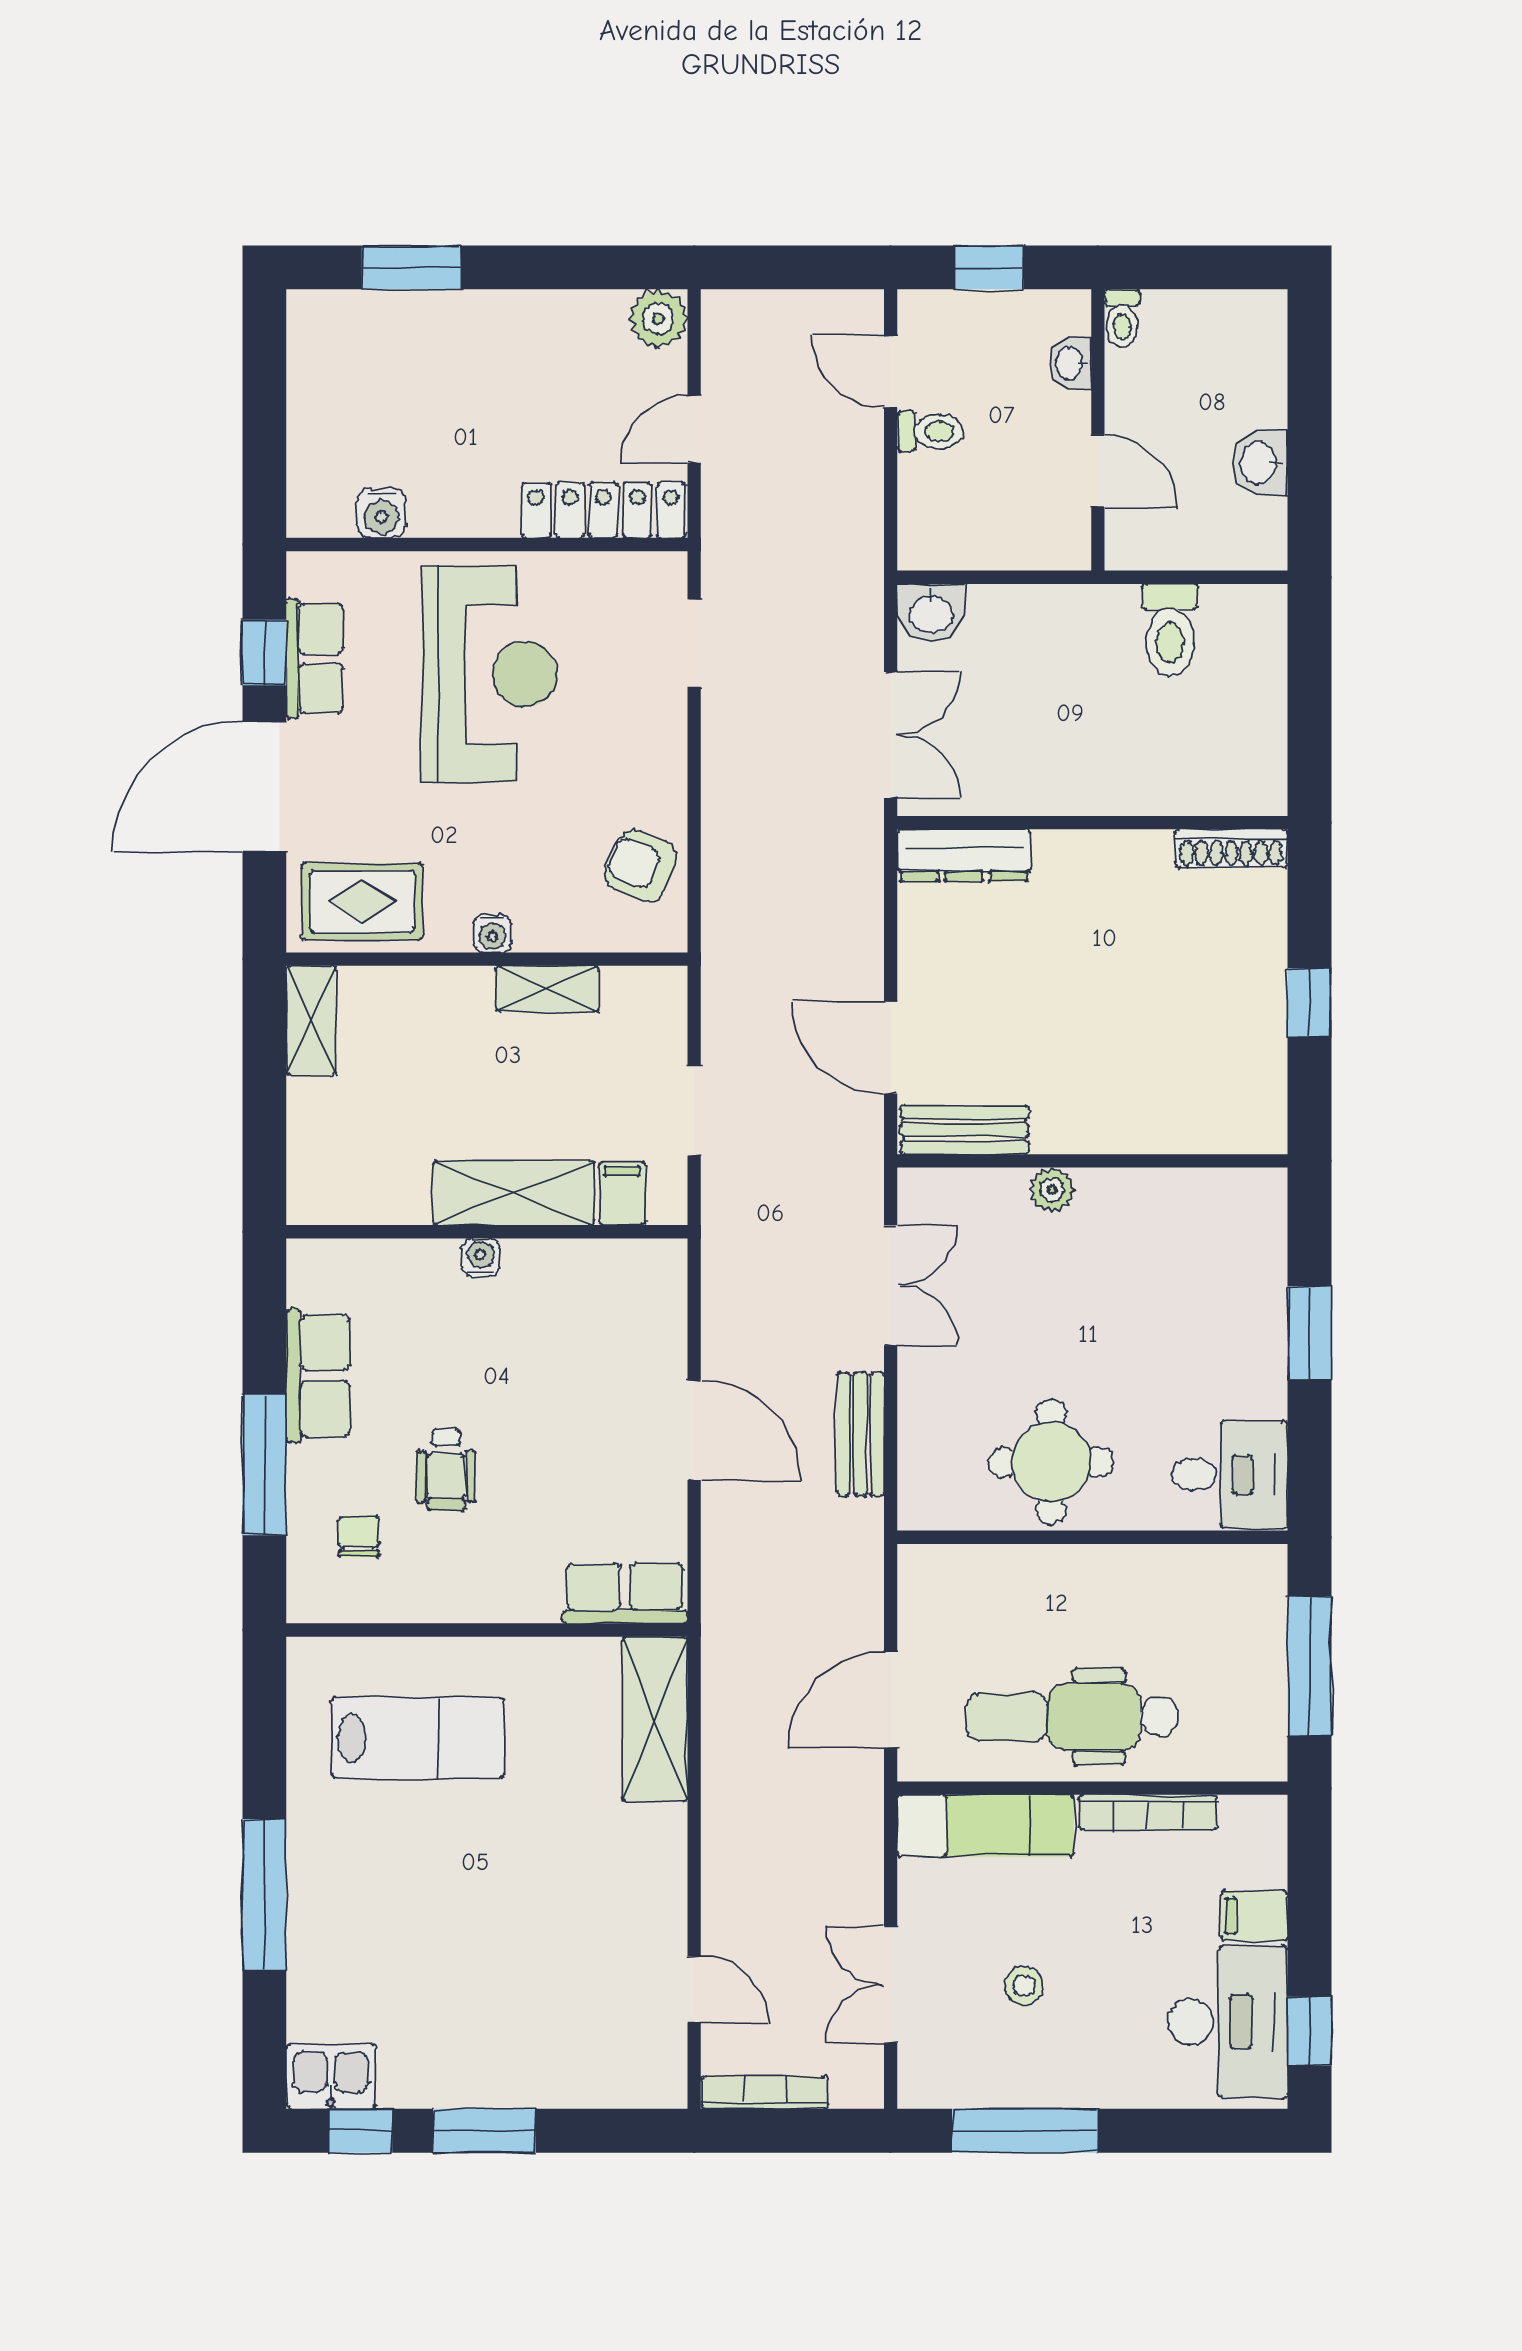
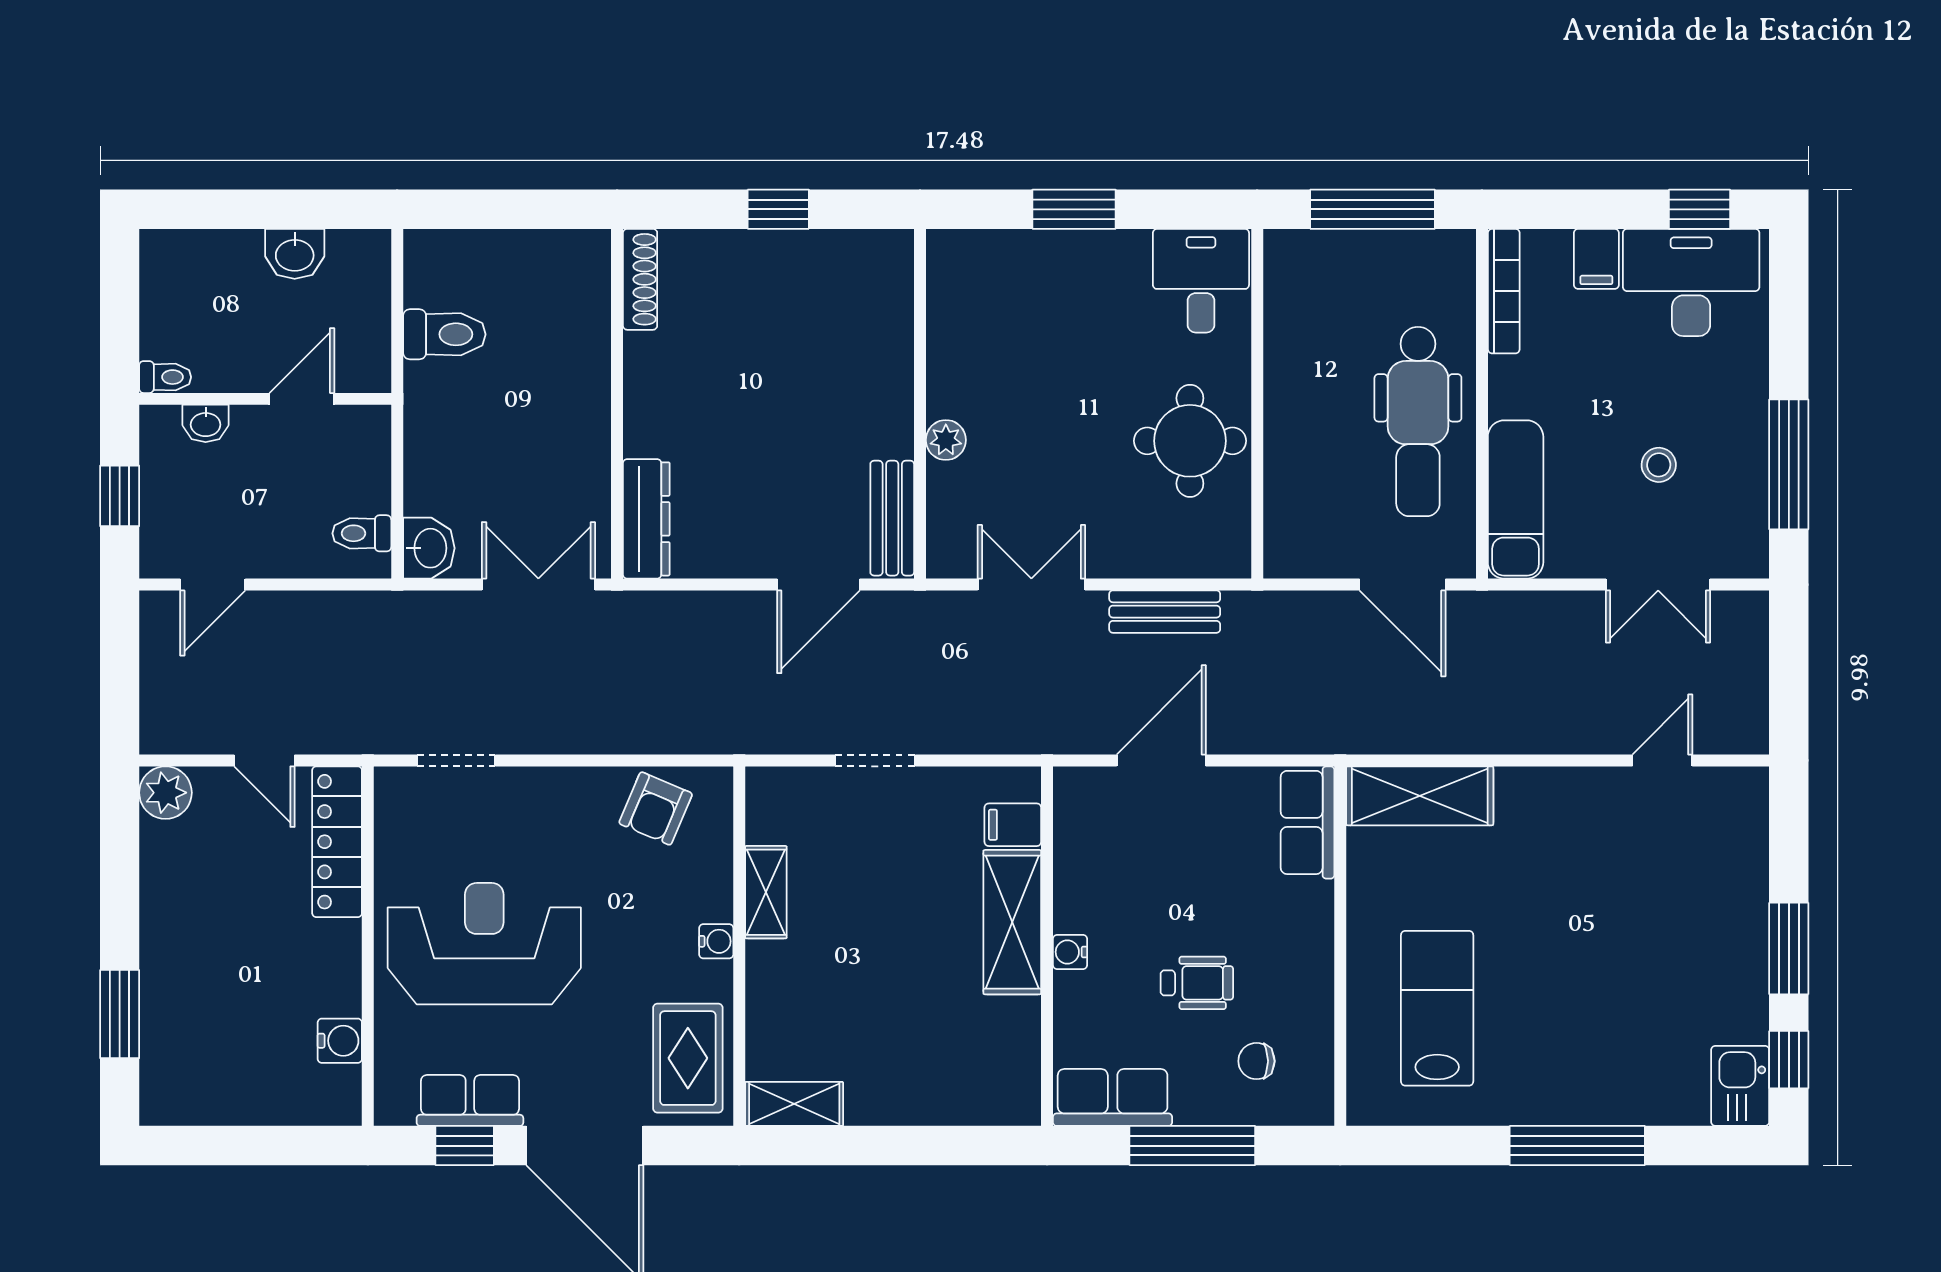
toilet: (930, 432) -> (362, 533), moved, turned -90
shelving: (514, 1193) -> (1012, 922), moved
filing cabinet: (622, 1194) -> (1013, 825), moved
wall: (487, 1232) -> (1047, 946), moved
water cooler: (480, 1257) -> (1070, 952), moved
bookcase: (1148, 1813) -> (1504, 291), moved
bookcase: (764, 2093) -> (1755, 698), removed

